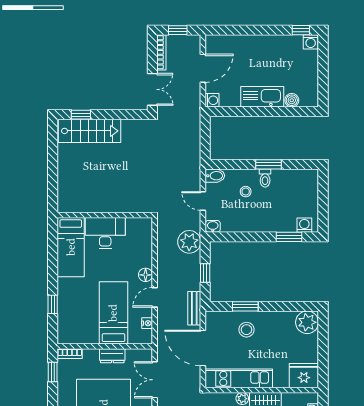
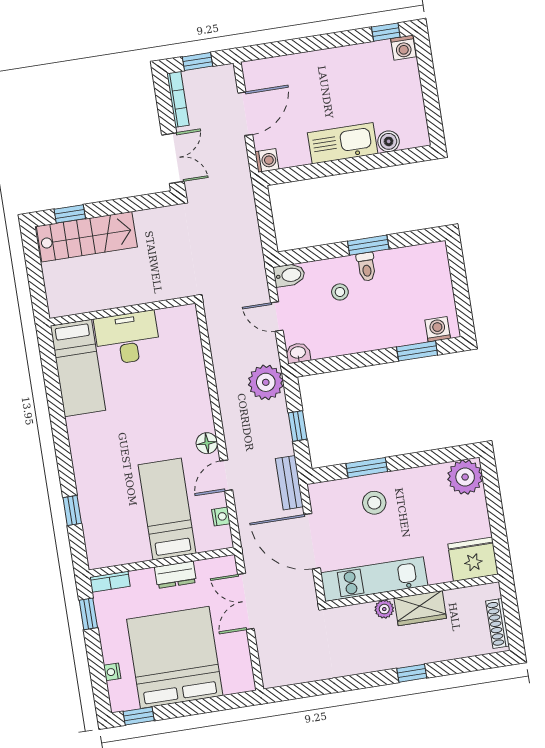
wall: (105, 215) -> (122, 311), moved
desk: (105, 233) -> (127, 338), moved
bed: (71, 247) -> (78, 368), moved

